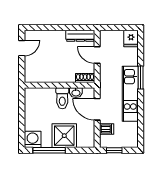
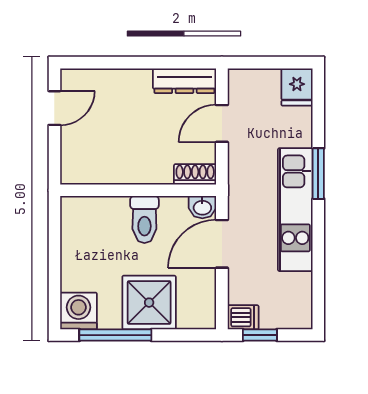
door: (97, 55) -> (222, 123), hinge flipped
washbasin: (76, 93) -> (202, 207), moved
door: (97, 109) -> (222, 244), hinge flipped
dishwasher: (107, 129) -> (243, 317), moved

